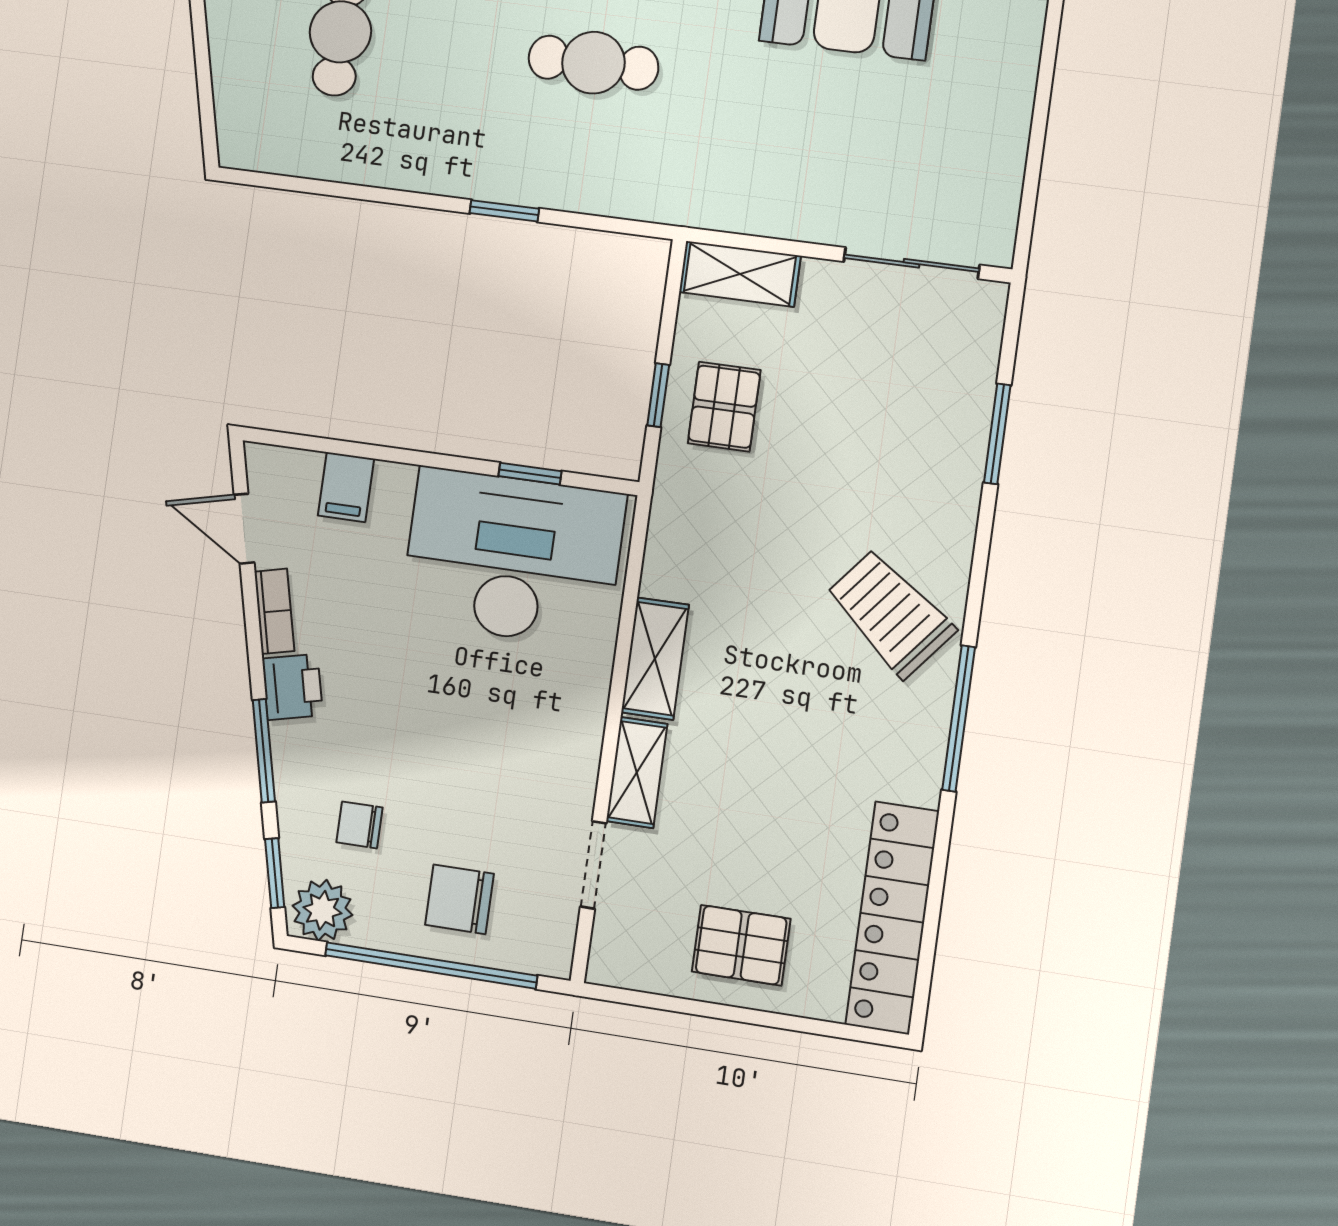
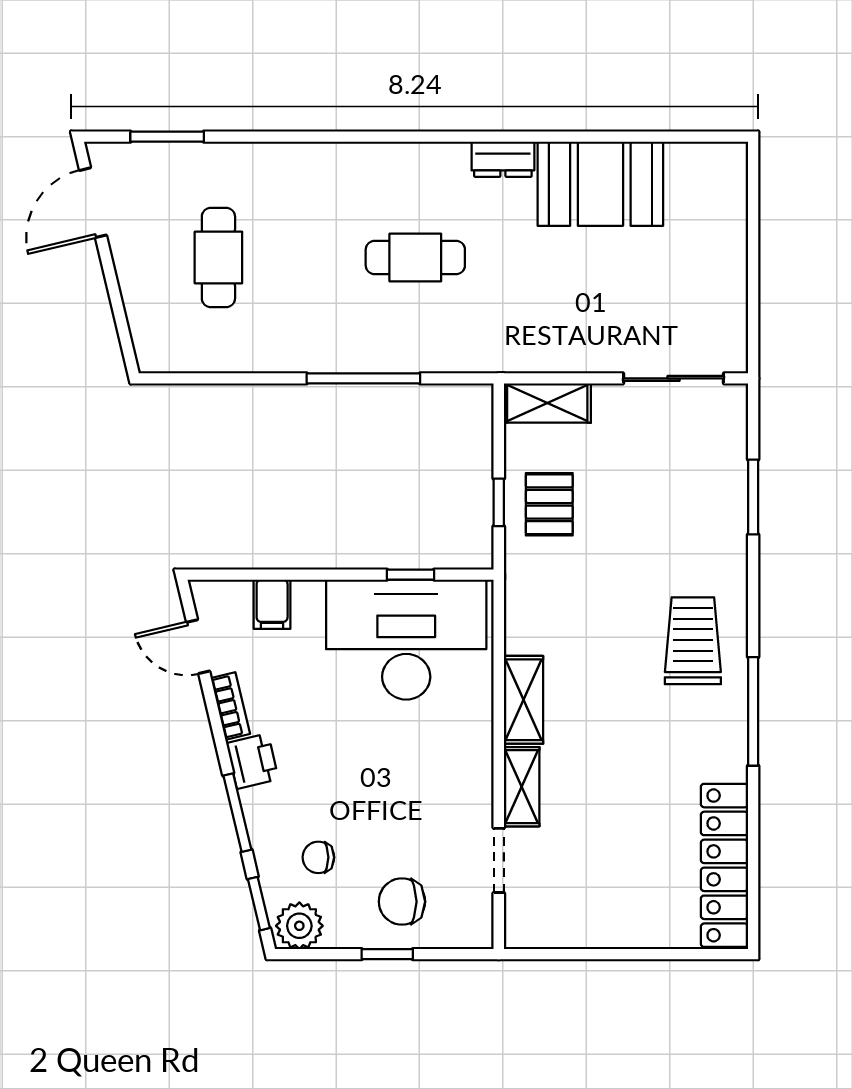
window: (504, 211) -> (363, 378), width x2.17
trolley: (890, 613) -> (693, 641), turned 51
pallet: (741, 945) -> (616, 903), removed
window: (431, 966) -> (387, 954), width x0.32

